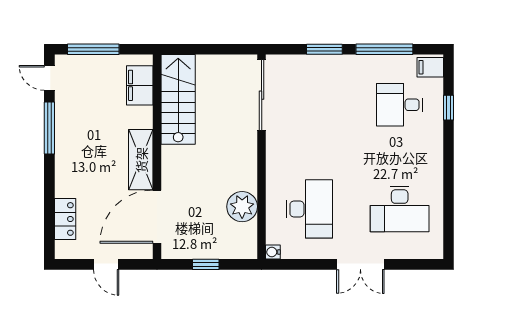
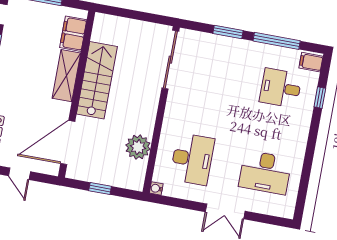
stairs: (178, 99) -> (97, 80), moved
shelving: (141, 160) -> (66, 76), moved

